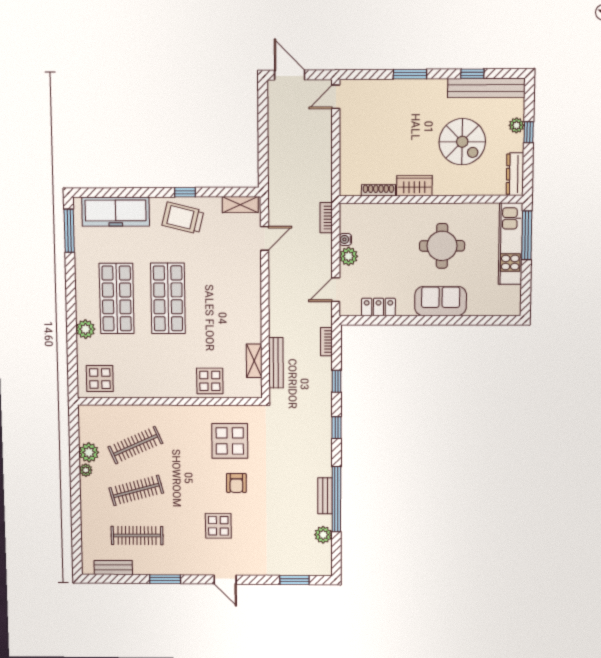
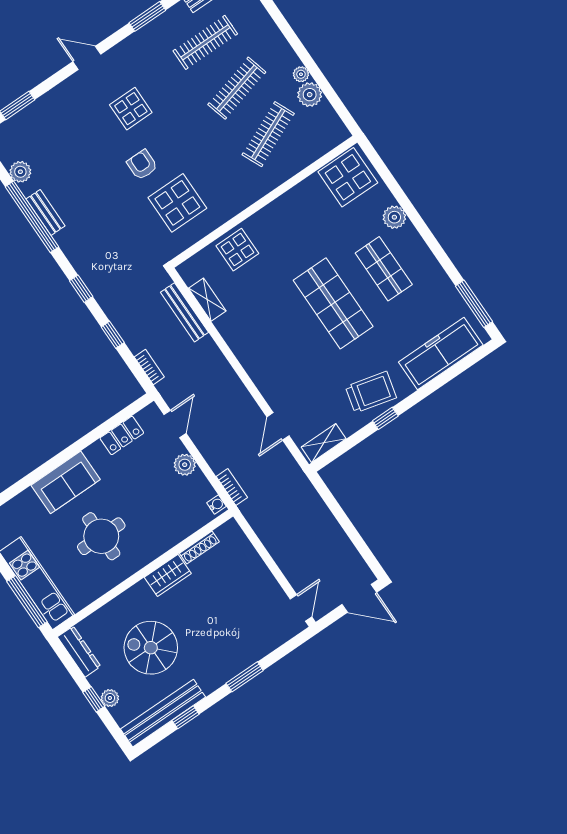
water cooler: (345, 239) -> (216, 505), moved
shop shelf: (117, 298) -> (384, 269), width x0.70, depth x0.74
display table: (100, 379) -> (348, 177), width x1.36, depth x1.36

